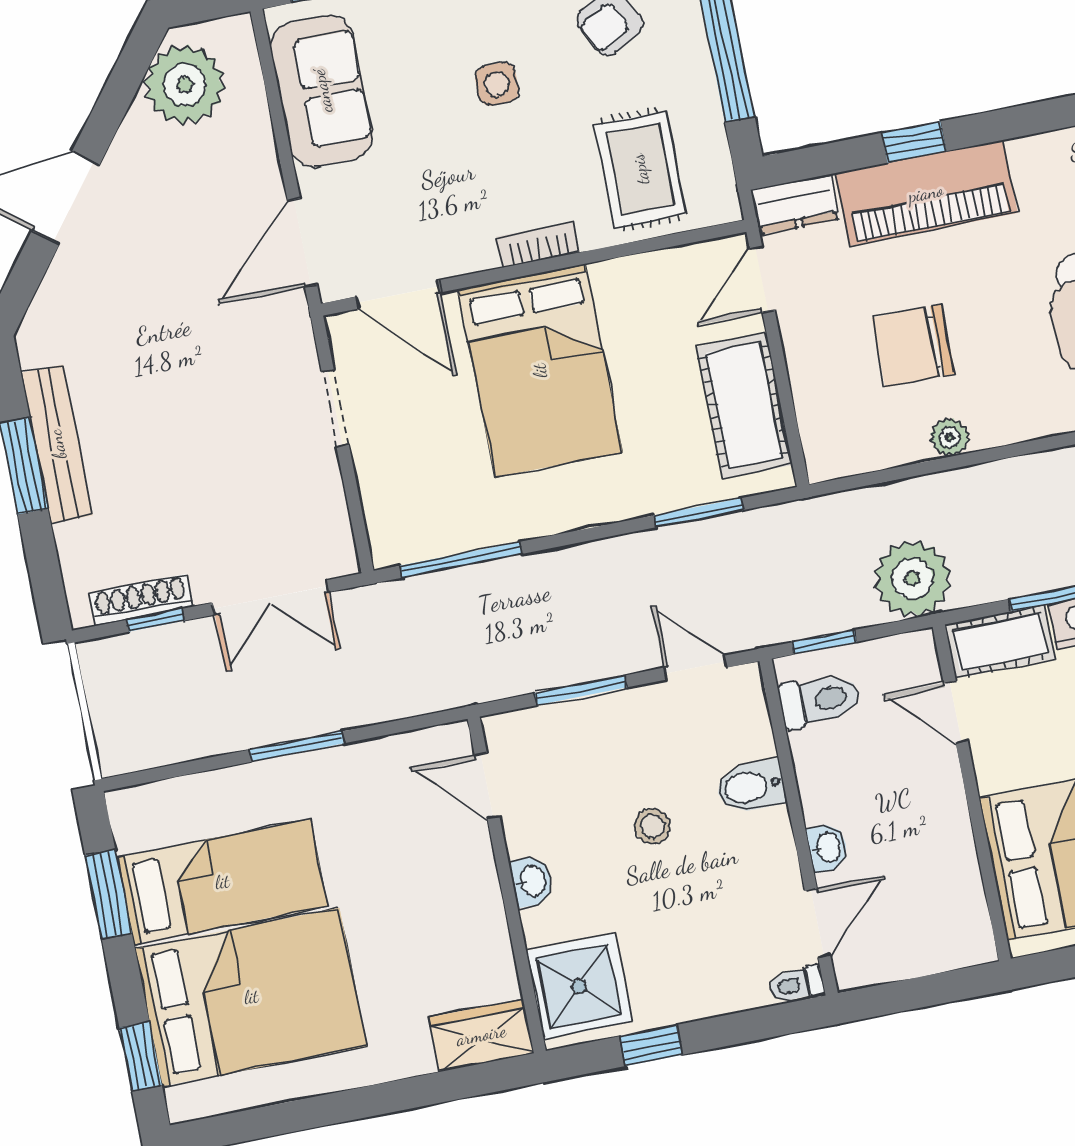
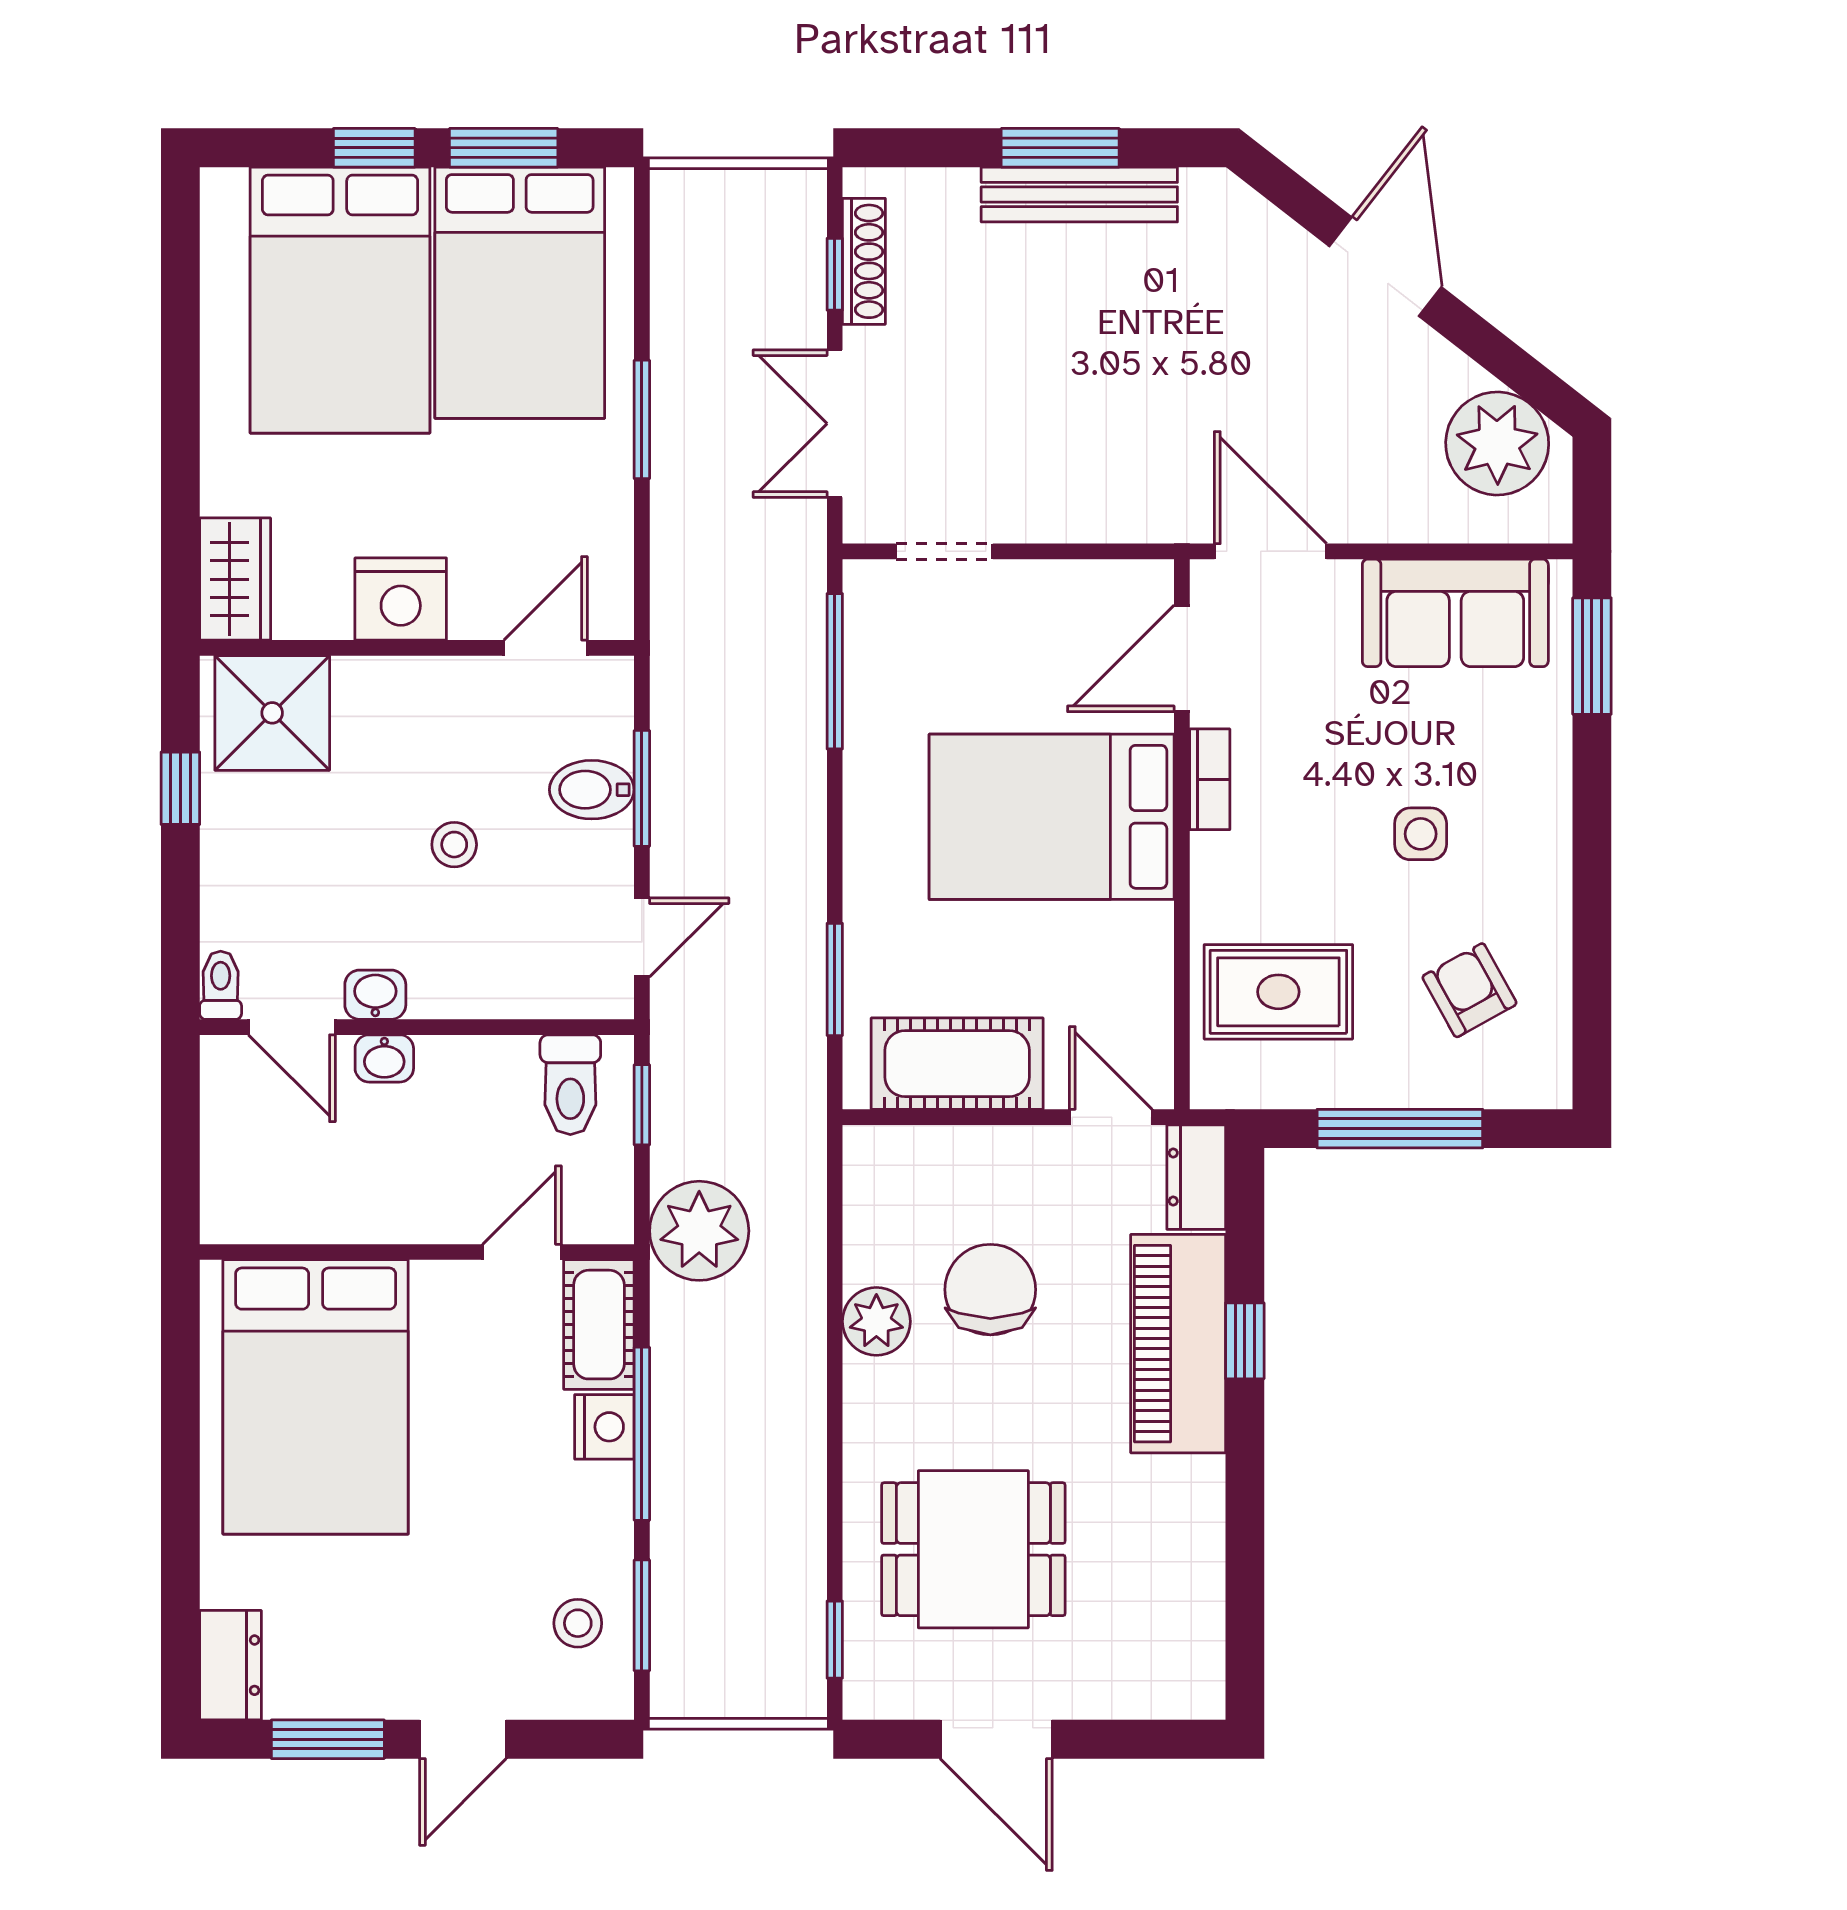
bookcase: (538, 245) -> (1210, 779), moved
doorway: (335, 408) -> (944, 551), moved
plant: (949, 437) -> (876, 1321), width x1.38, depth x1.38
bidet: (751, 787) -> (592, 790), moved, turned -90
washbasin: (532, 881) -> (375, 995), moved, turned 180
bed: (222, 882) -> (520, 293), width x1.50
nightstand: (472, 905) -> (401, 599), added
window: (141, 1056) -> (374, 148), moved

